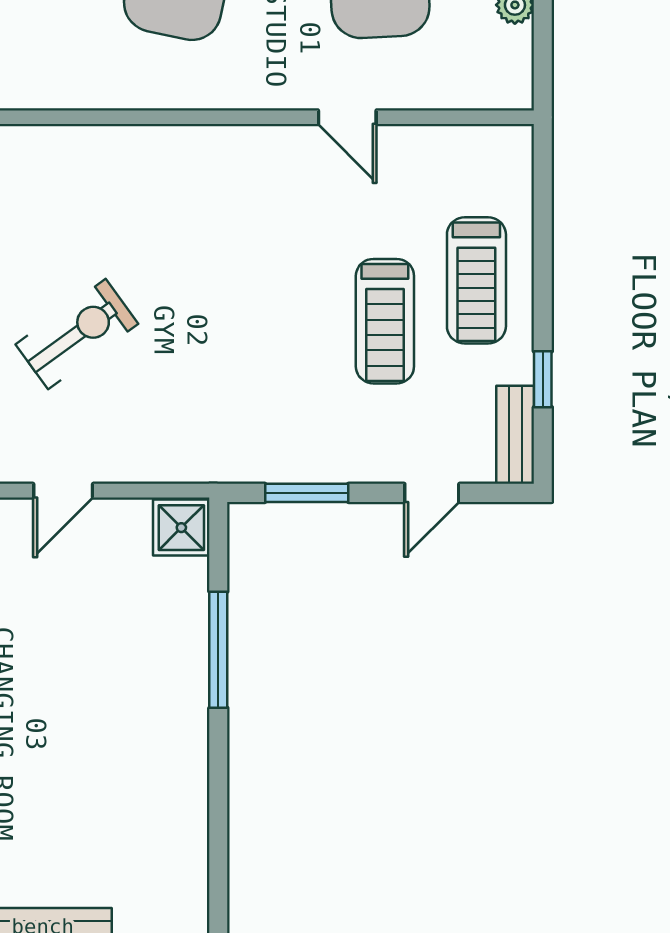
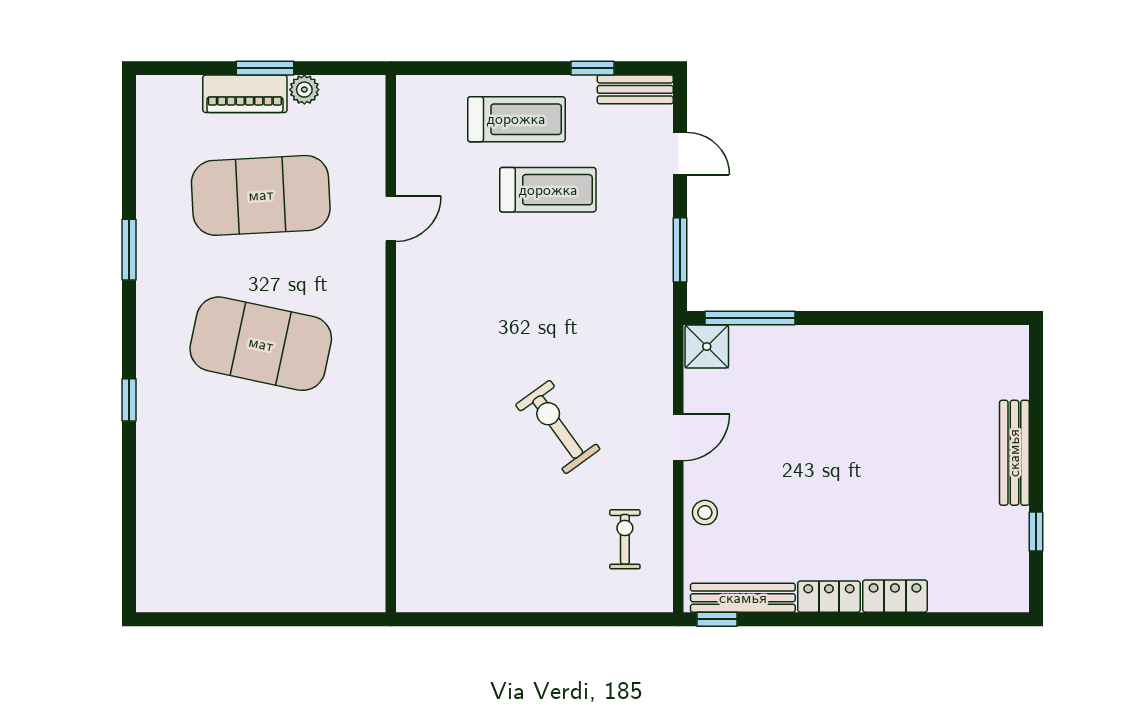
door: (63, 491) -> (678, 437), hinge flipped
window: (218, 650) -> (750, 318), moved

